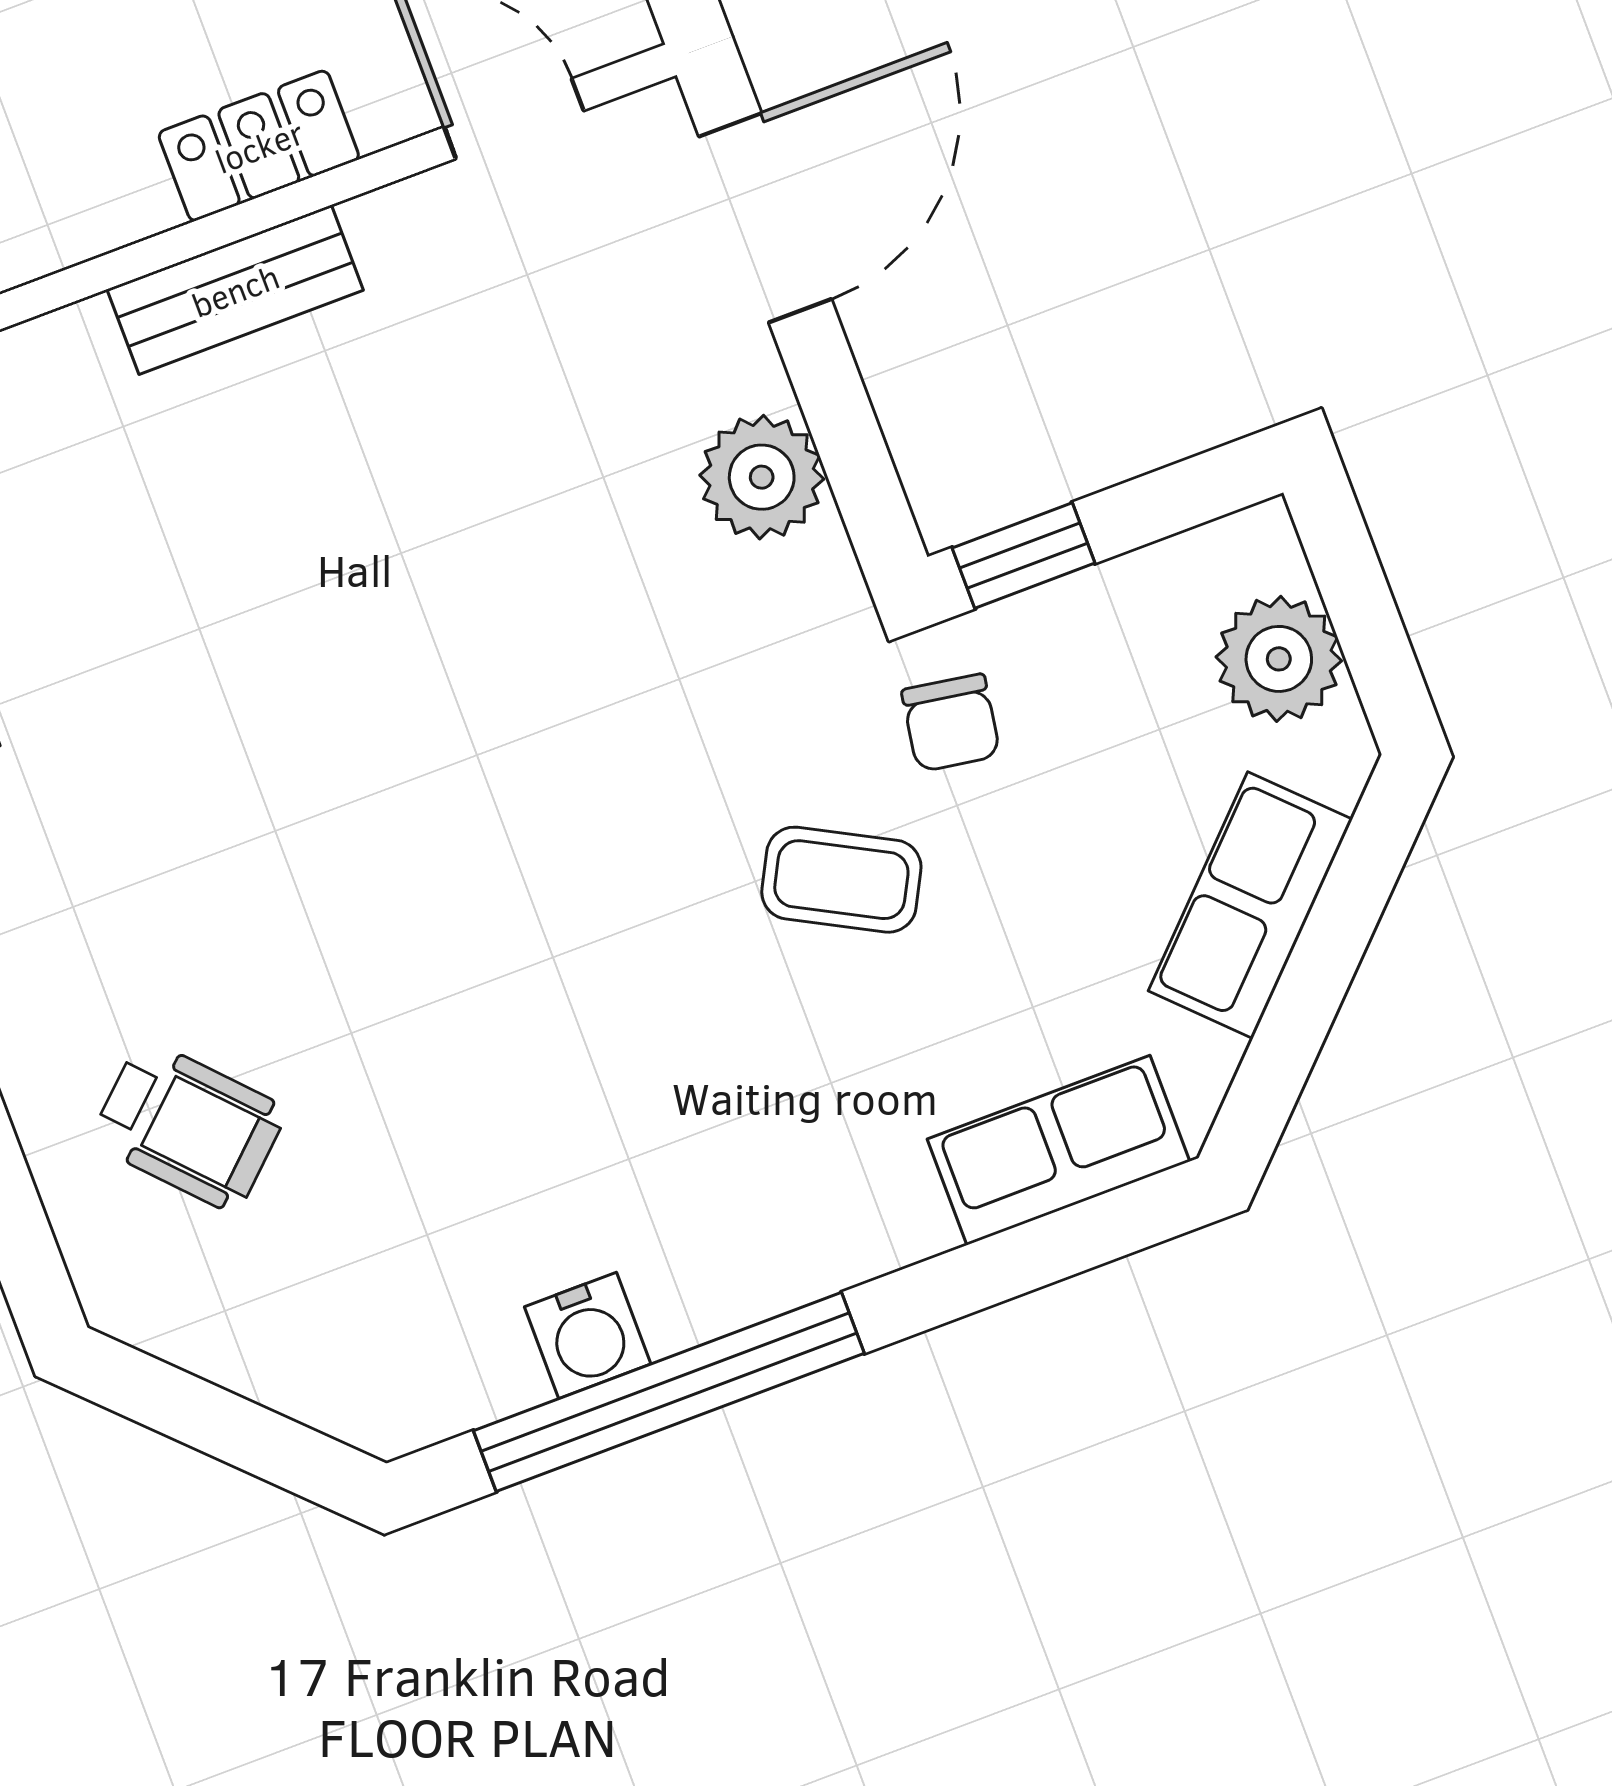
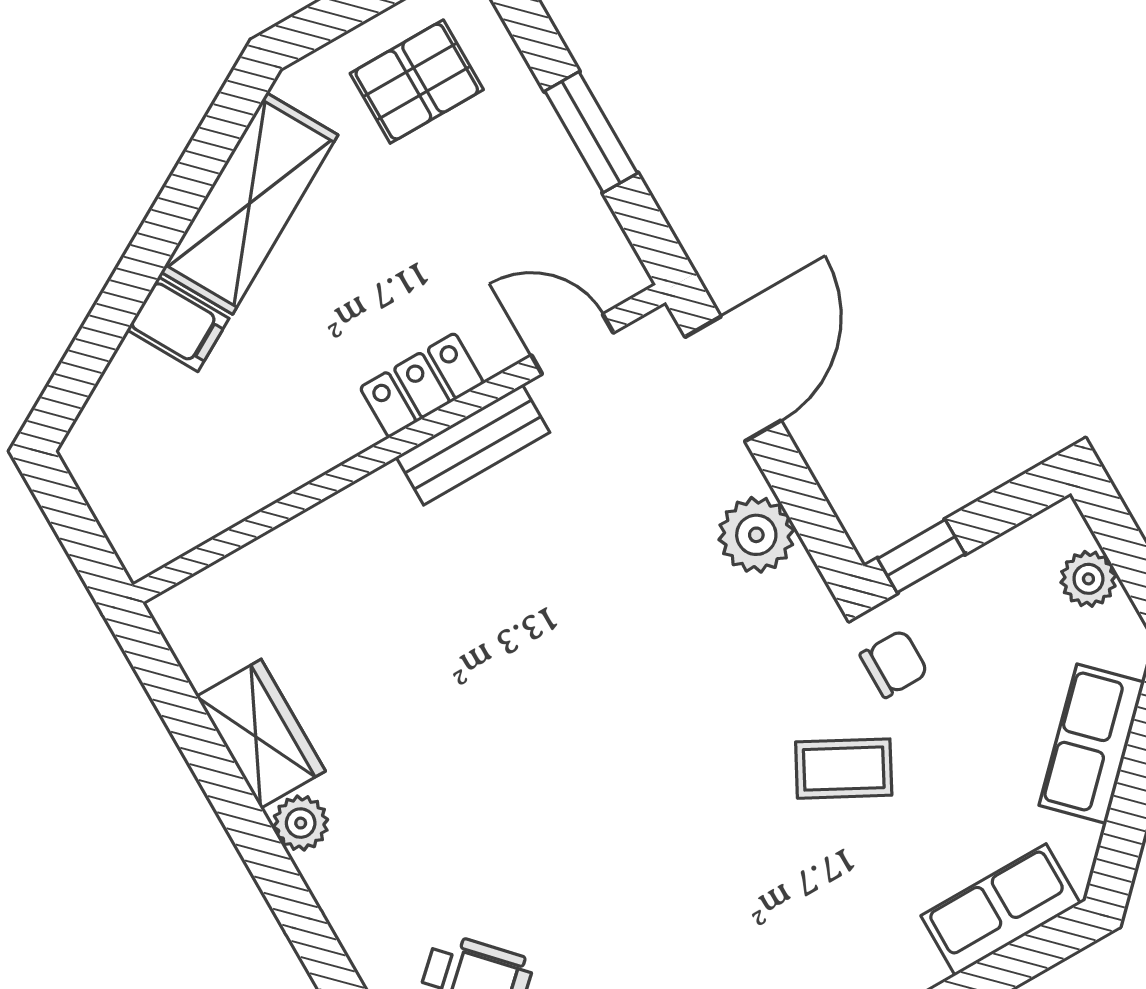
bench: (235, 290) -> (473, 445), moved
plant: (1279, 659) -> (1088, 579), width x0.73, depth x0.73
chair: (951, 723) -> (894, 664), turned -99

